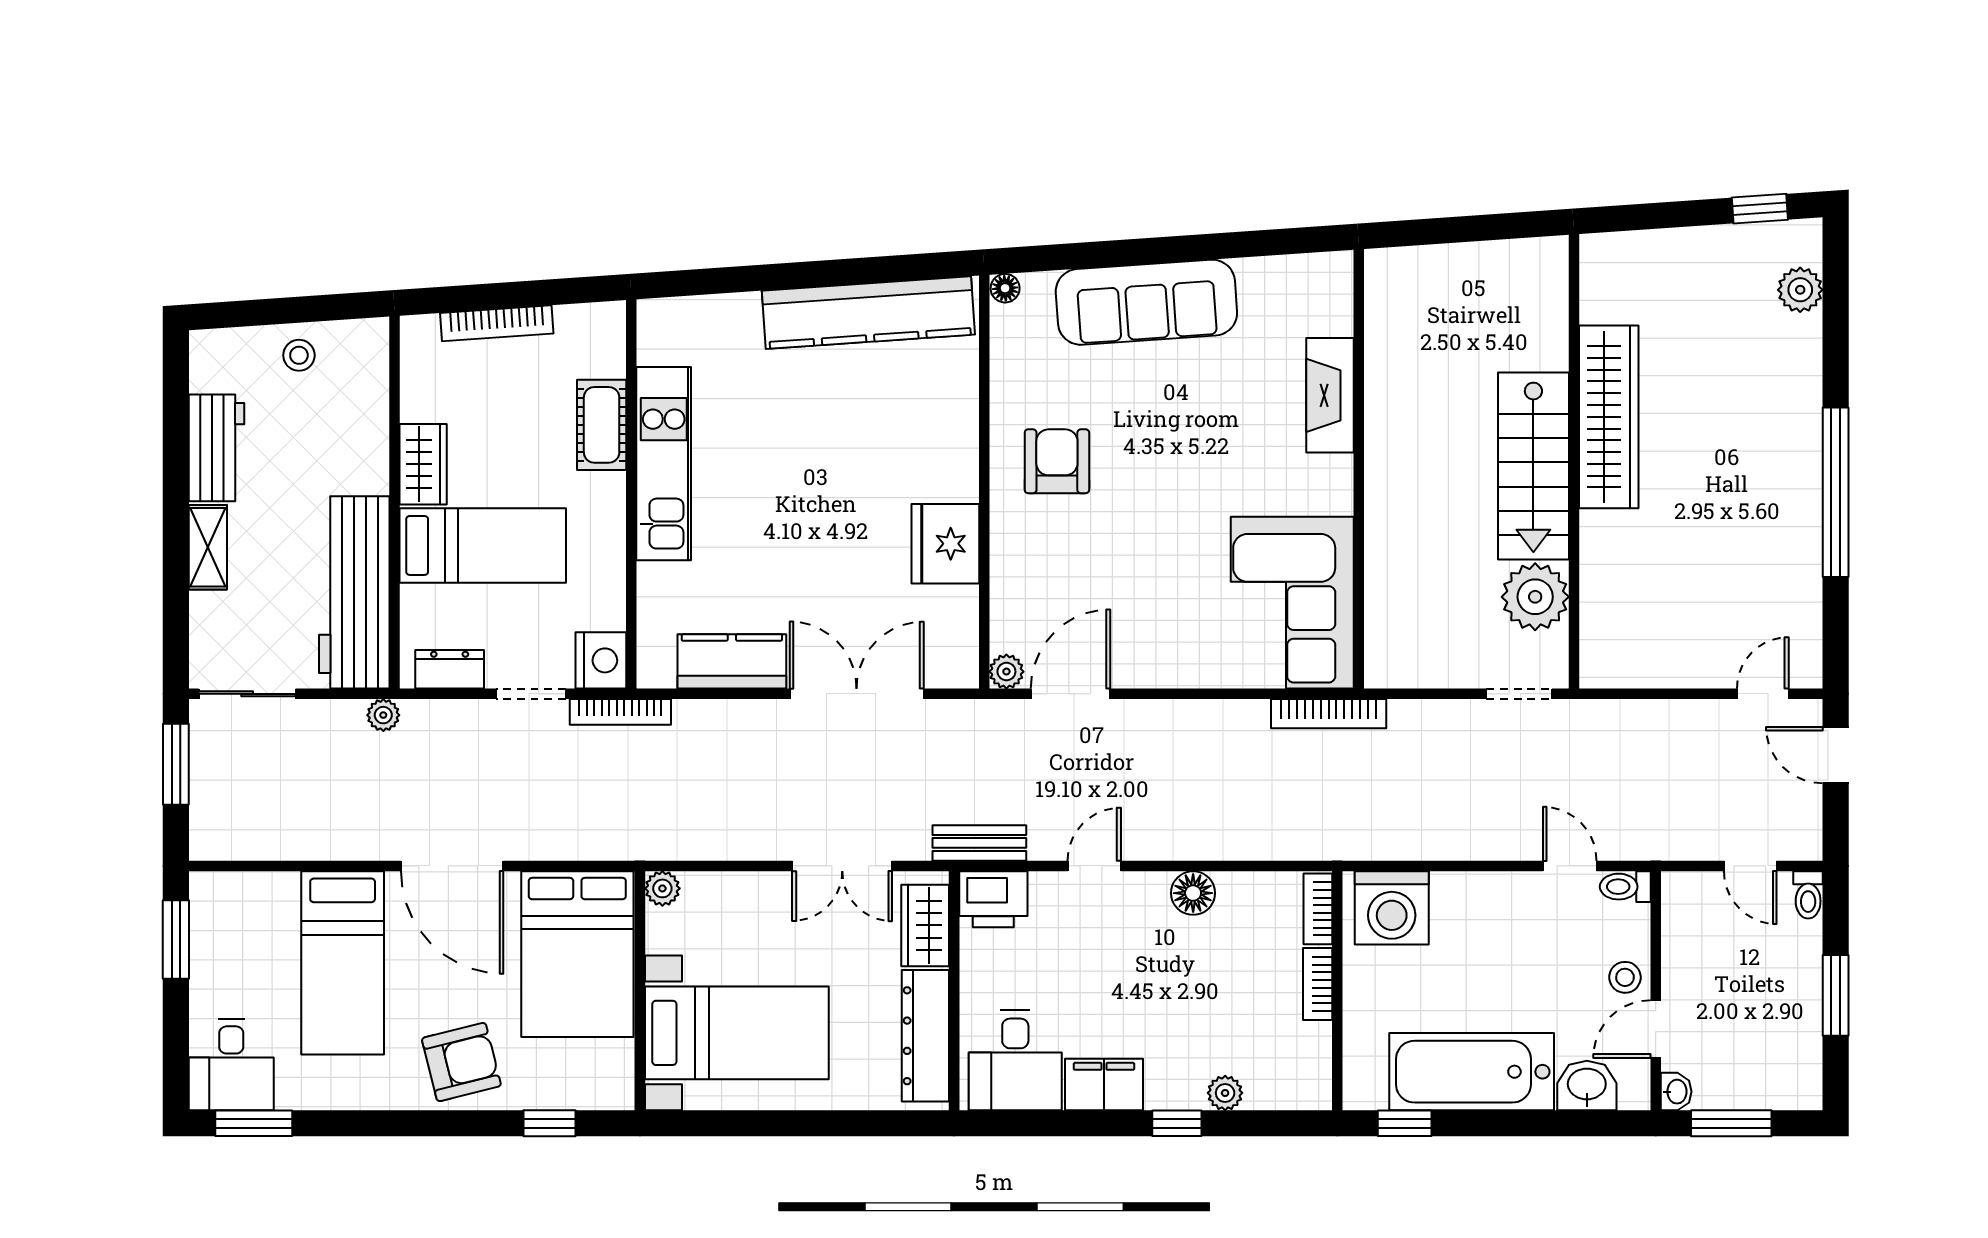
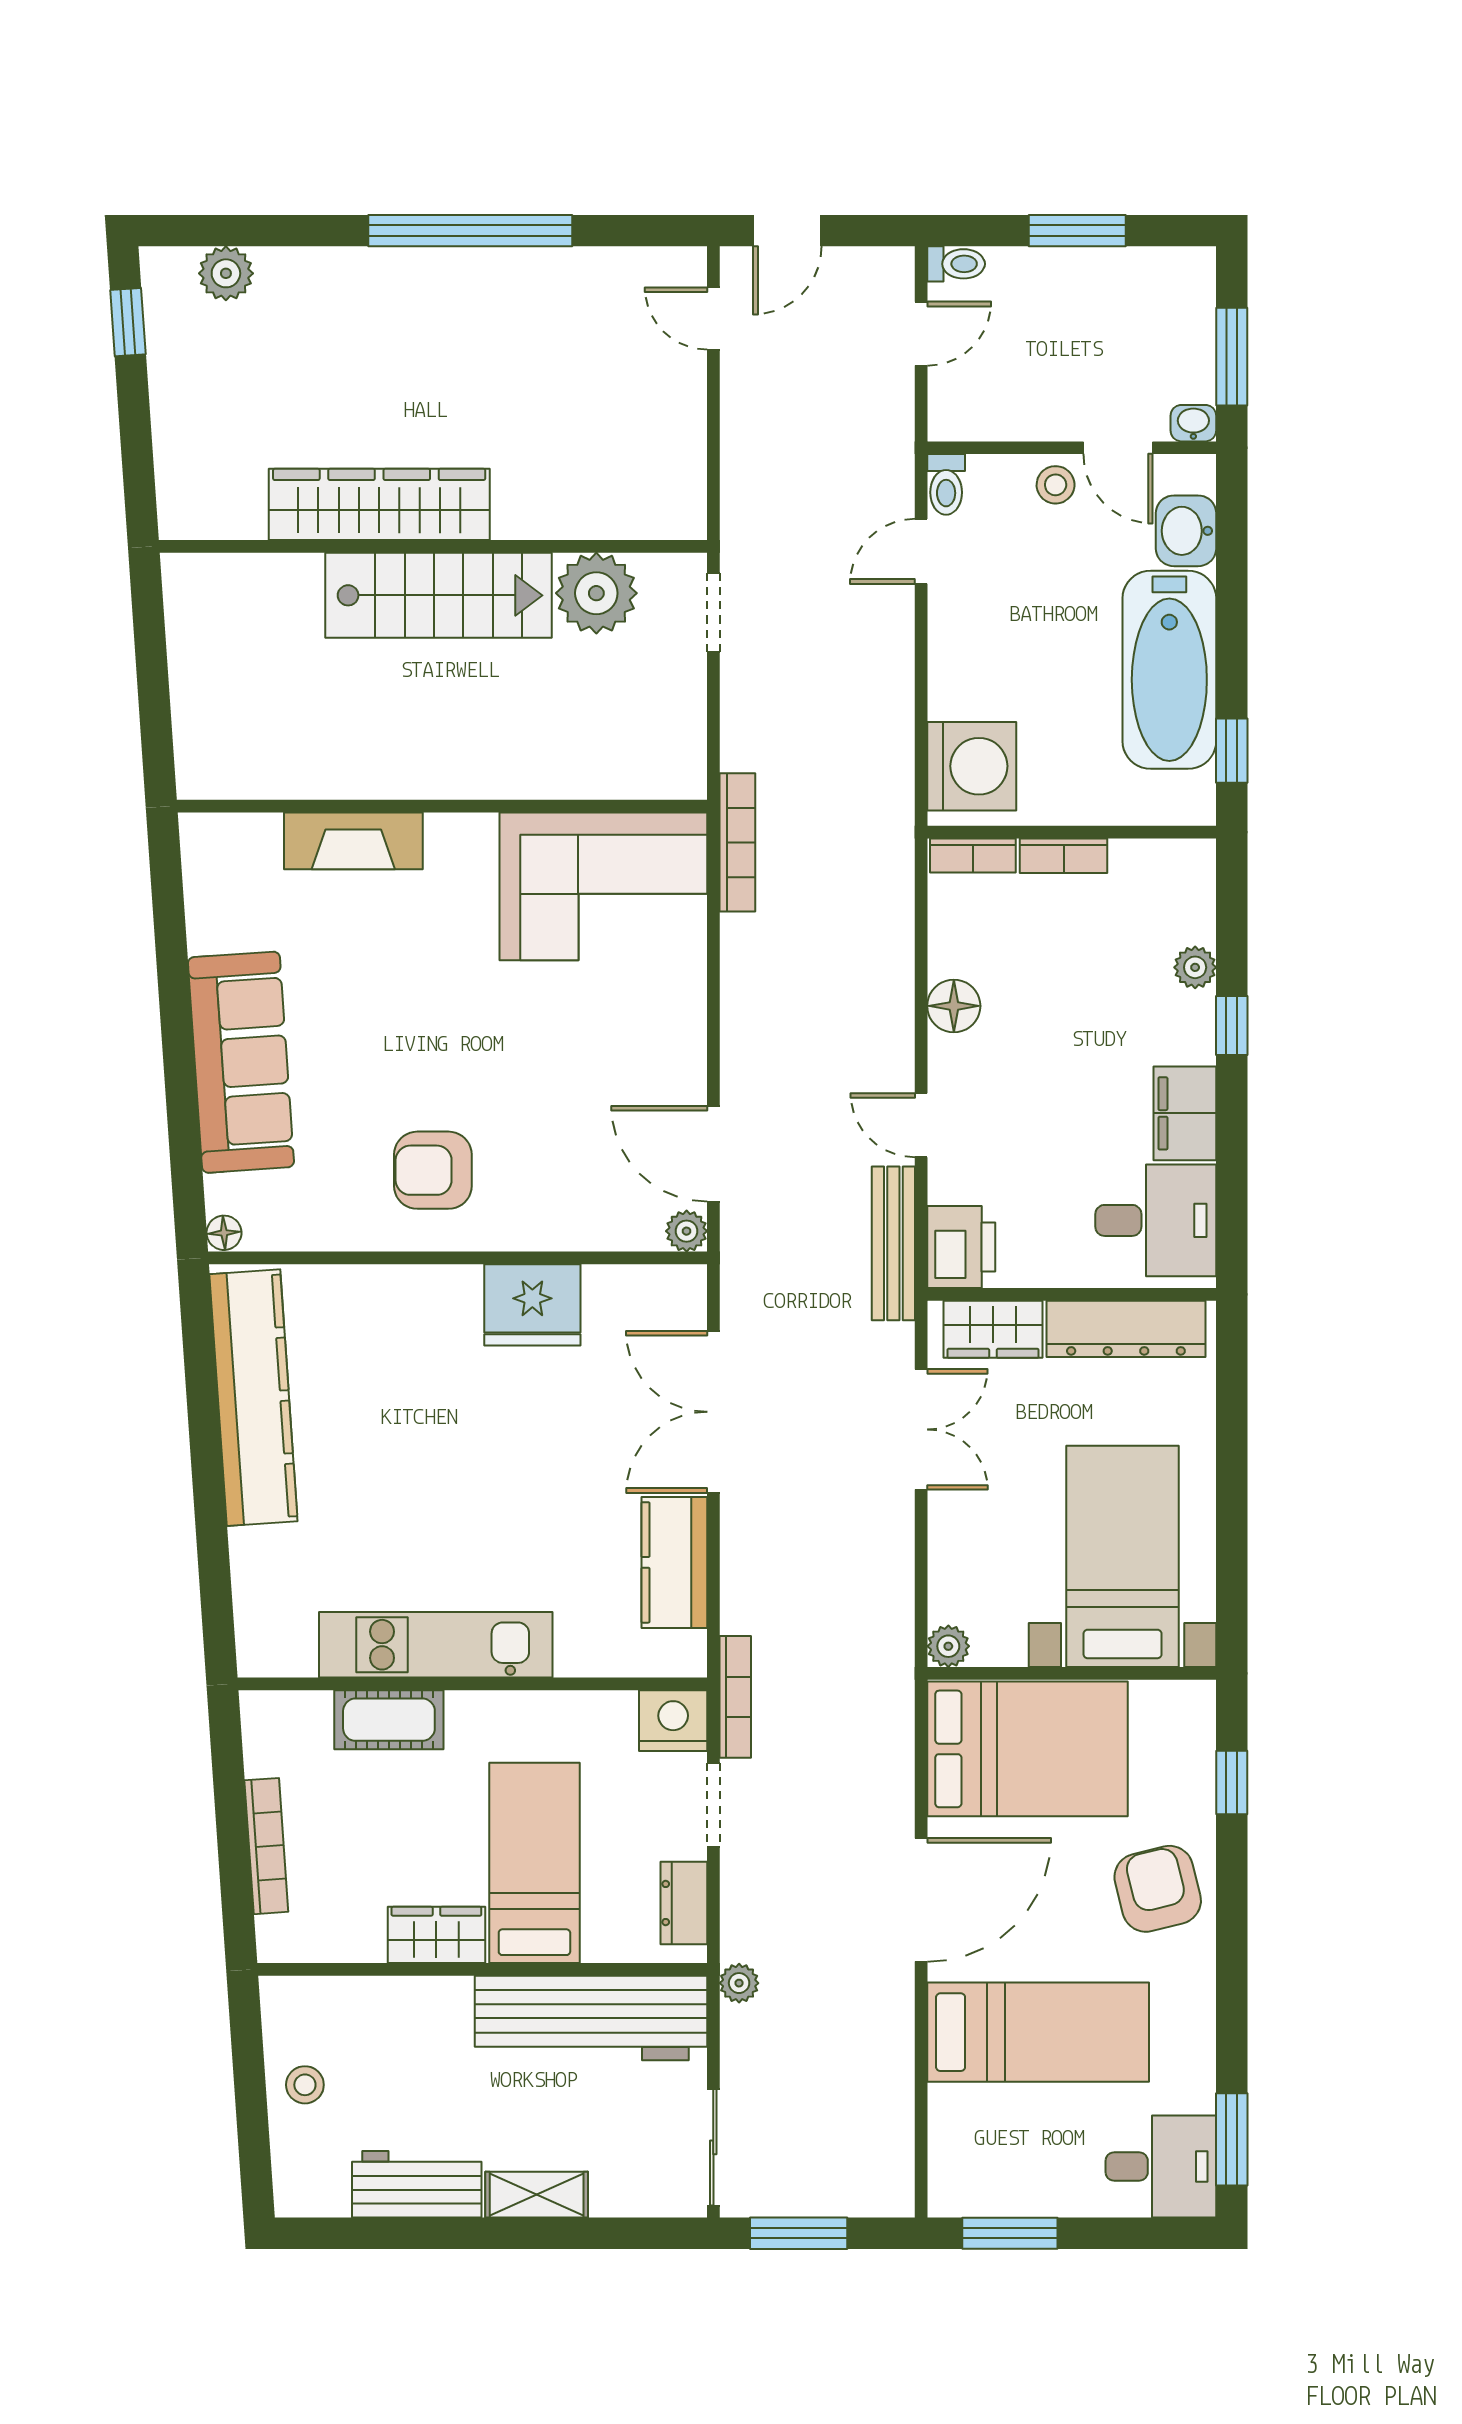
bench: (979, 843) -> (893, 1243), width x1.36

